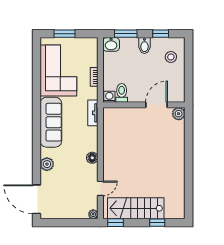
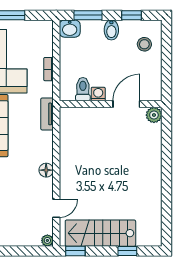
washing machine: (109, 97) -> (98, 94), moved

